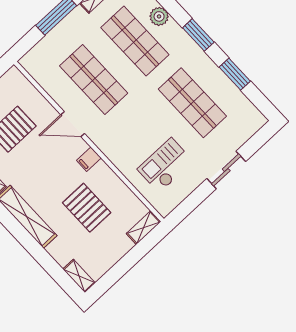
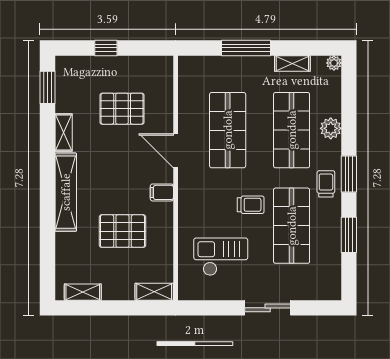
trolley: (189, 55) -> (326, 184), added
trolley: (153, 114) -> (251, 205), added
pallet: (87, 208) -> (122, 231), turned 90
shelving: (79, 276) -> (83, 292), moved, turned 90

